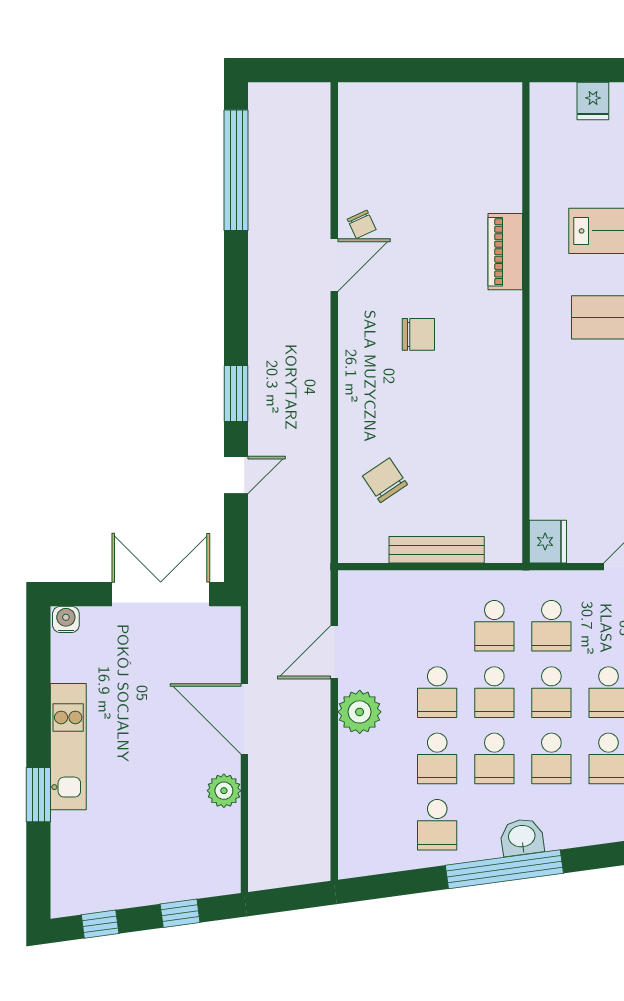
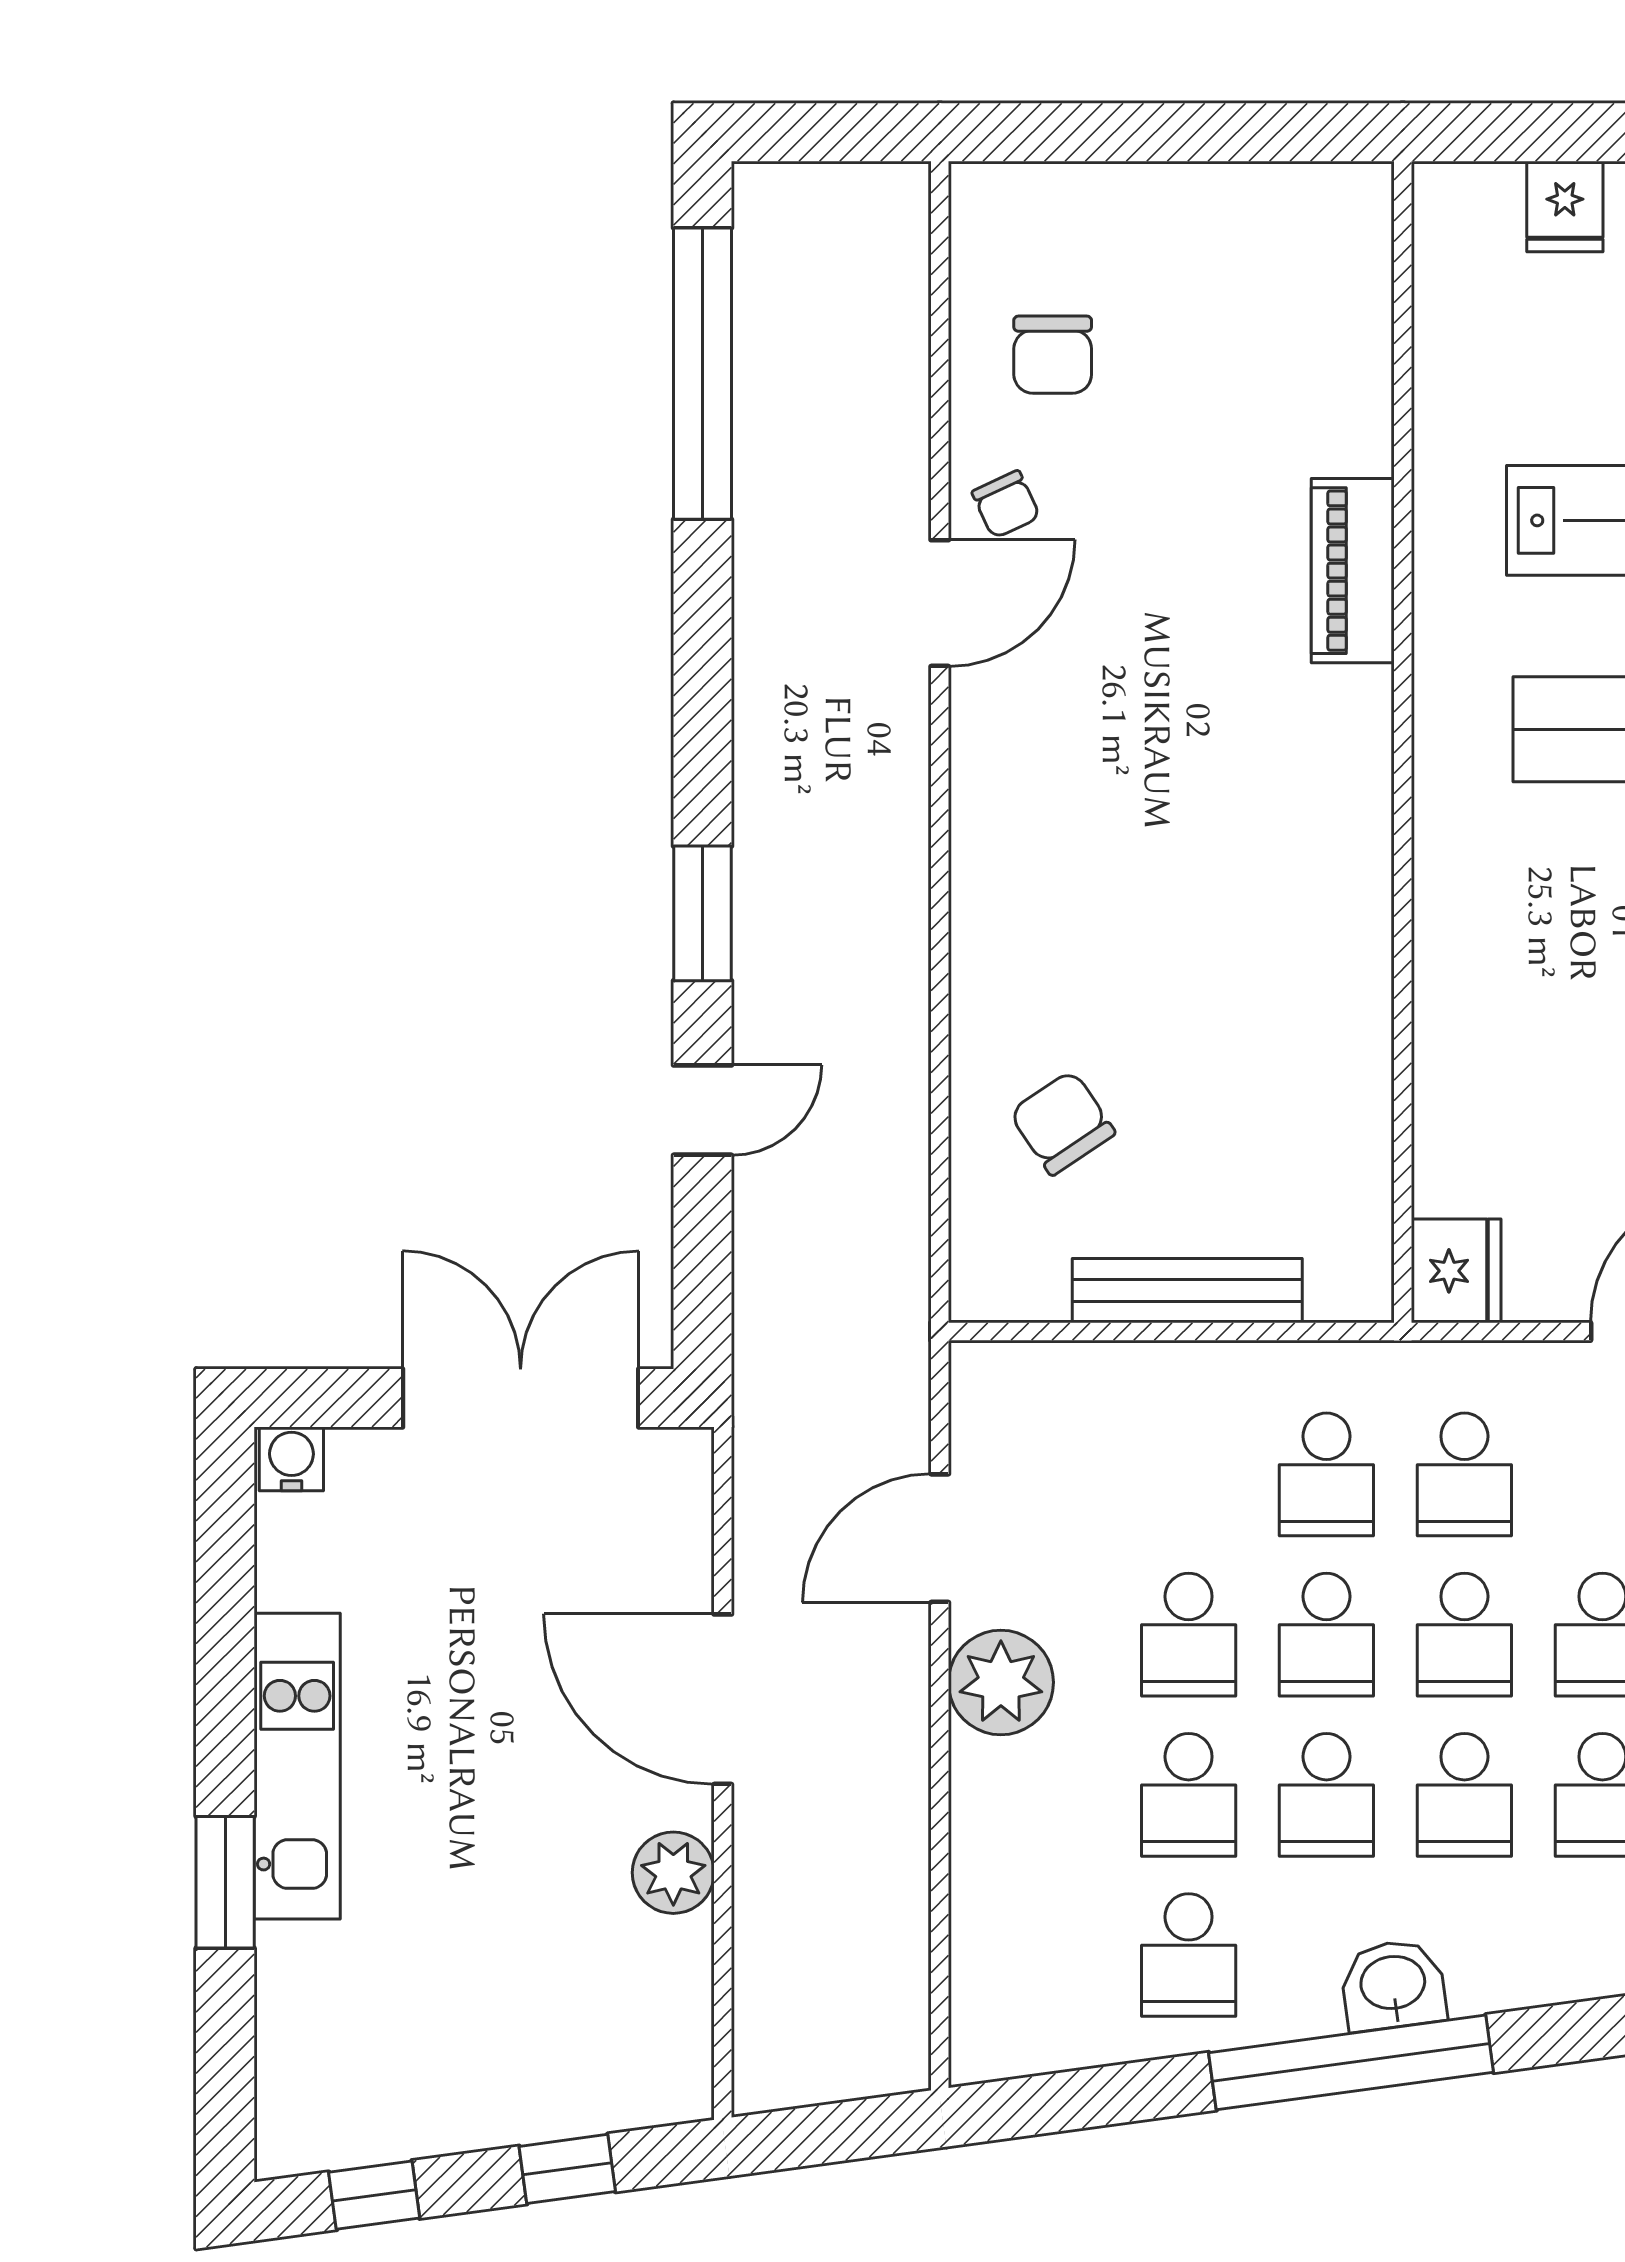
chair: (418, 334) -> (1053, 355), moved, turned 90

